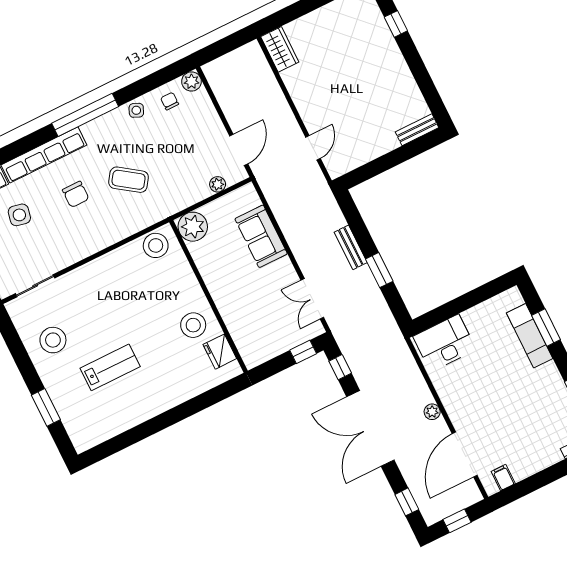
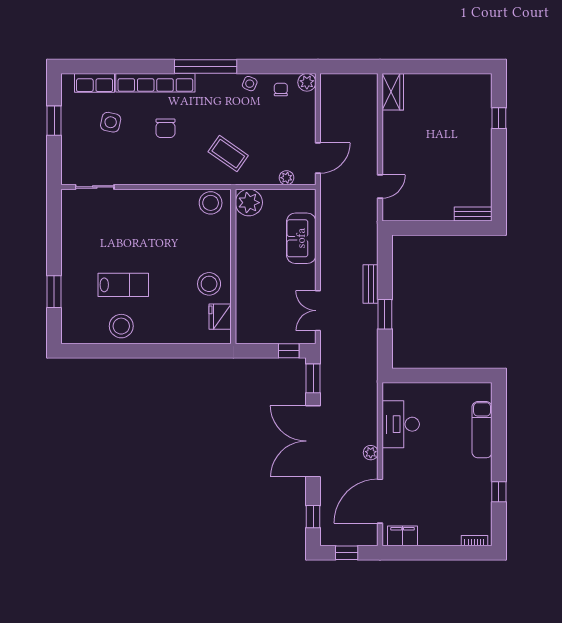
coffee table: (129, 180) -> (228, 154), moved
window: (546, 327) -> (499, 430), removed
stool: (53, 340) -> (121, 326), moved
desk: (445, 343) -> (401, 424), moved, turned -90
window: (340, 367) -> (313, 378), width x1.50
filing cabinet: (503, 478) -> (403, 536), width x2.00

